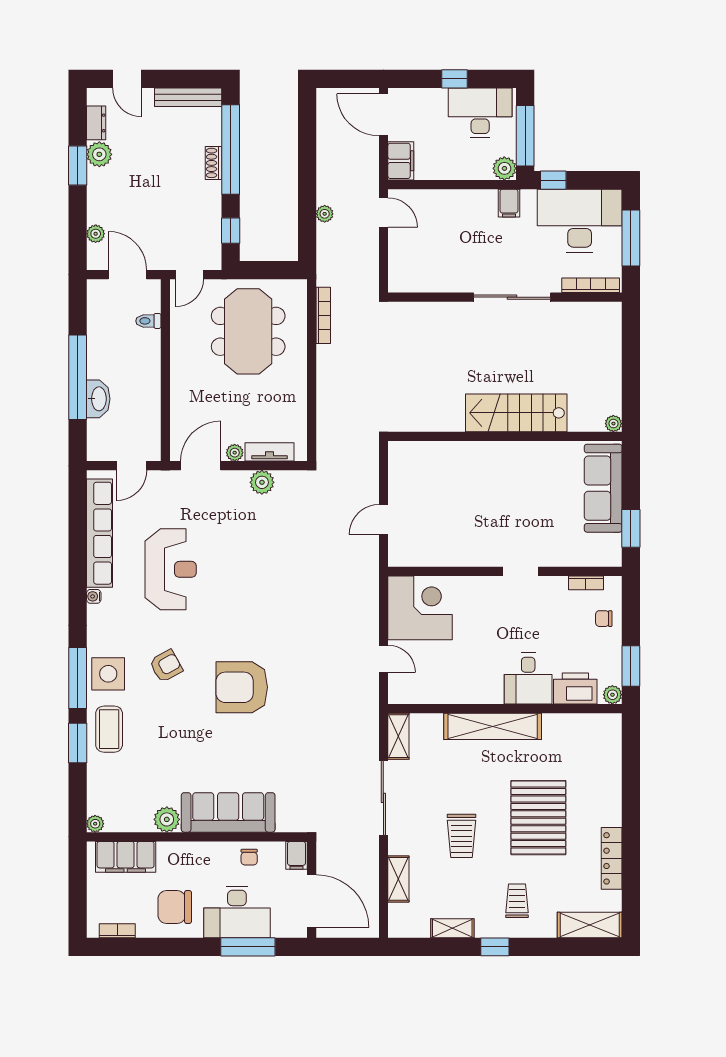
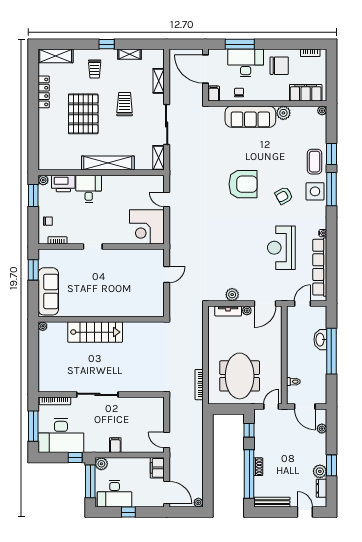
filing cabinet: (509, 203) -> (115, 445), moved
plant: (325, 214) -> (198, 503), moved

